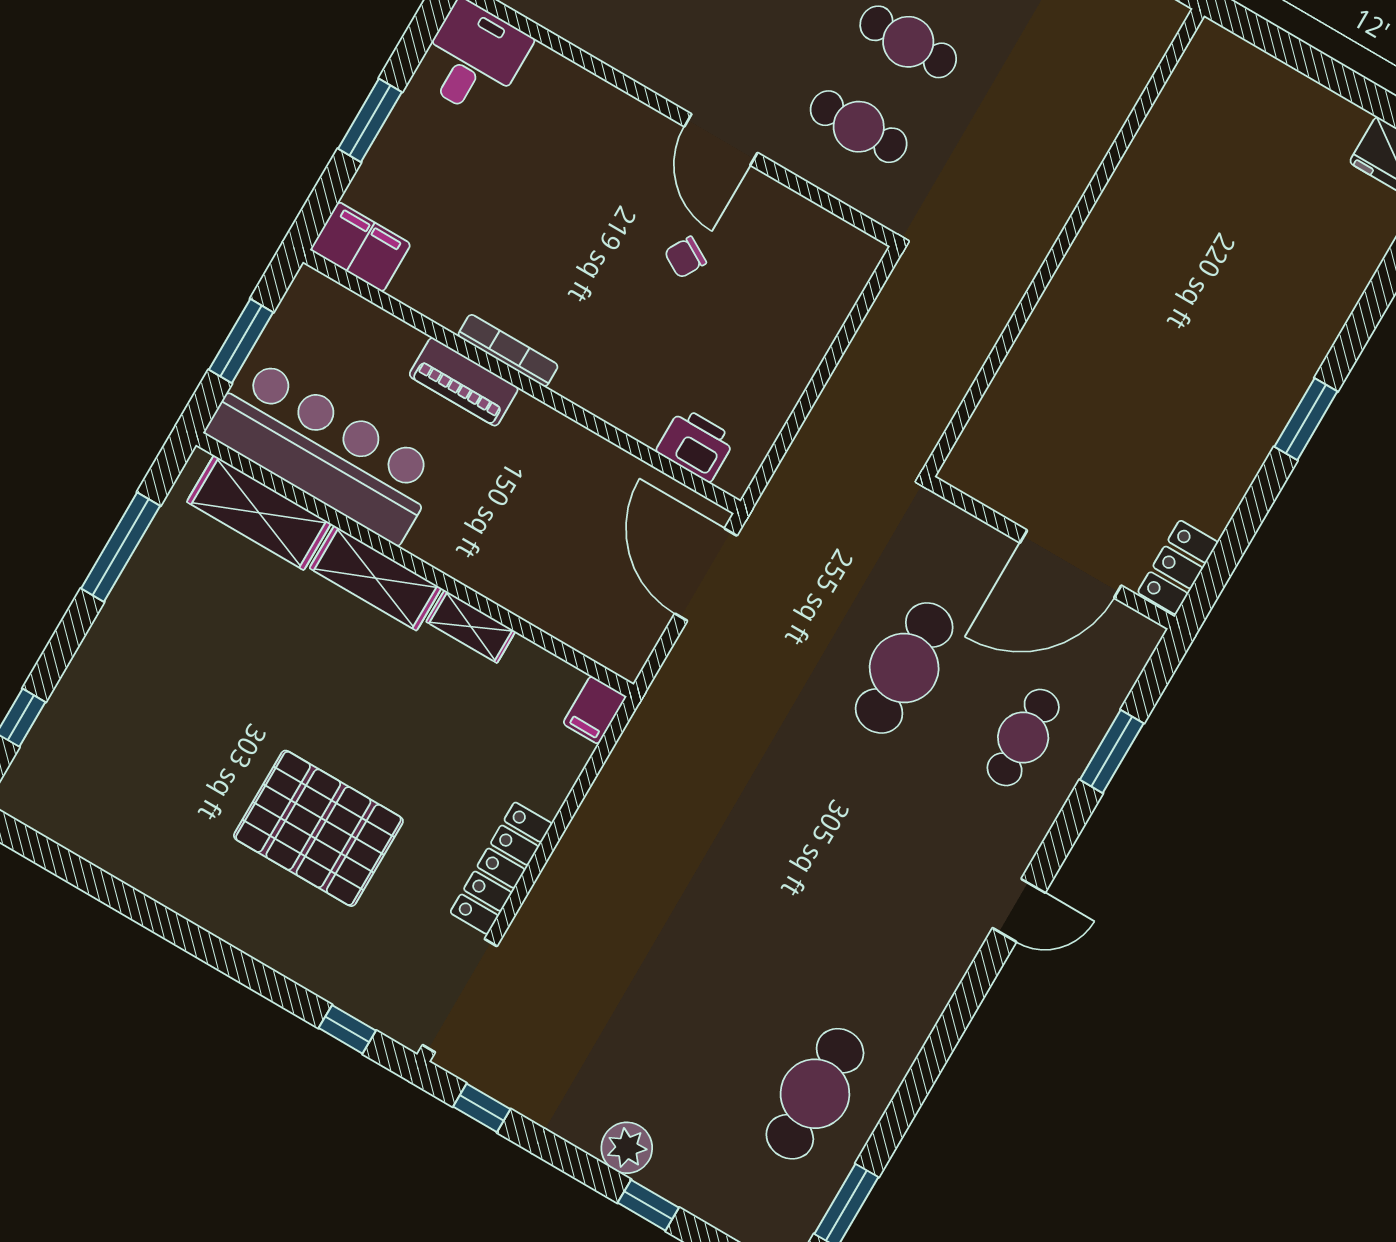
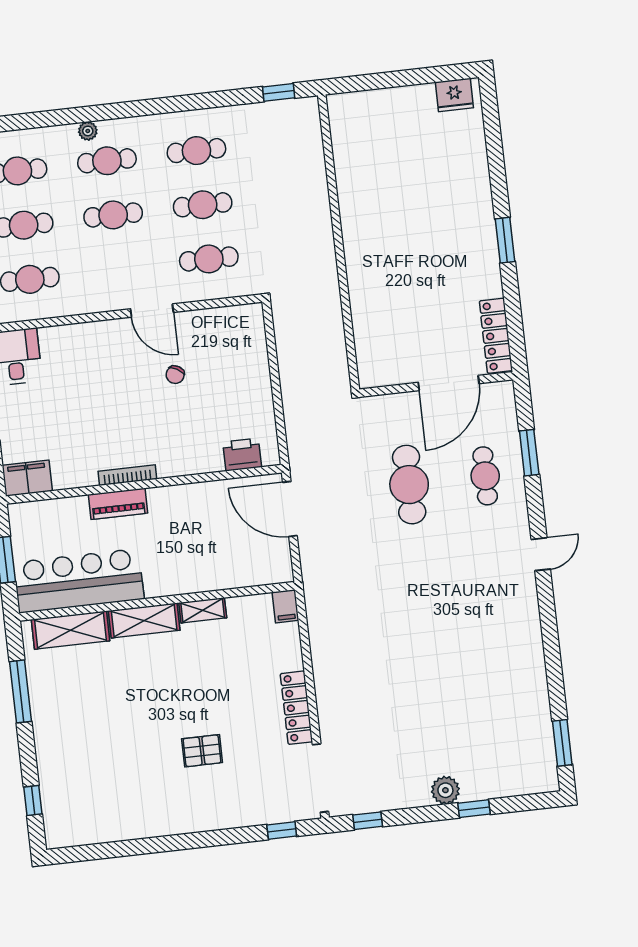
locker: (1178, 567) -> (496, 336), width x1.53
pallet: (318, 828) -> (202, 751), width x0.49, depth x0.50
cafe table: (815, 1094) -> (511, 704), removed

